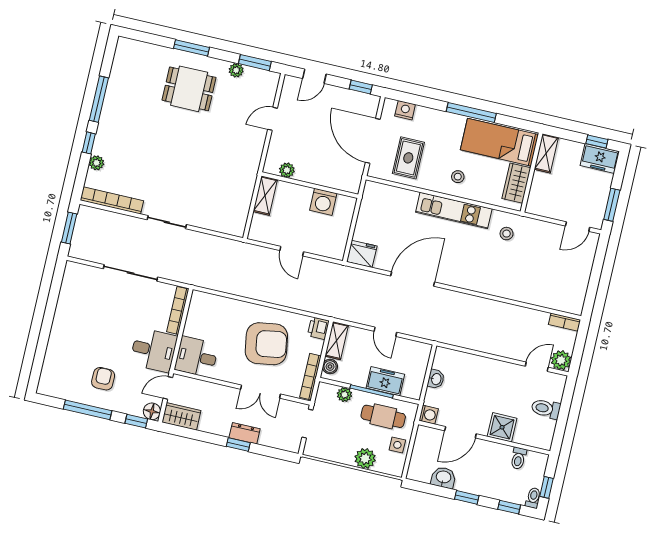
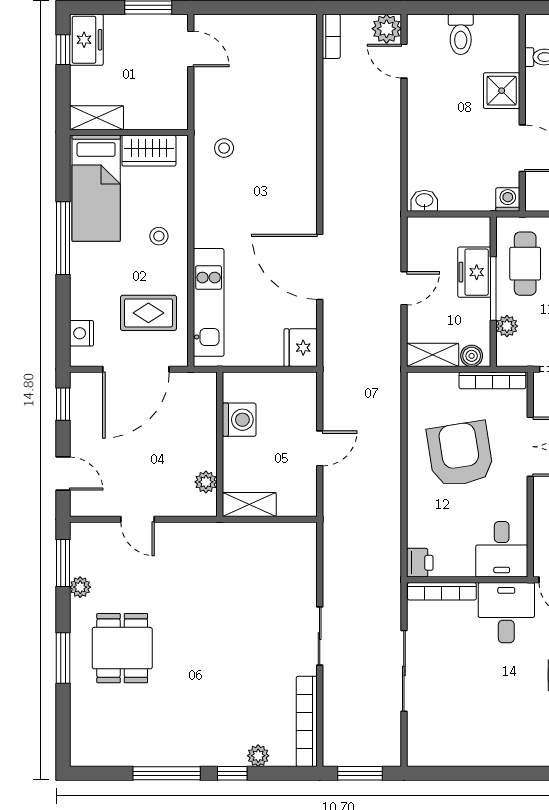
kitchen unit: (454, 211) -> (209, 302), moved
printer: (318, 328) -> (420, 563), moved, turned -90
washbasin: (436, 379) -> (424, 201), moved

